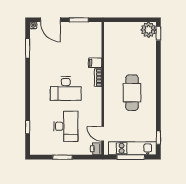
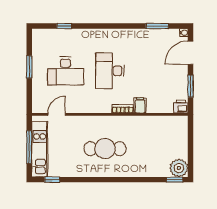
printer: (96, 149) -> (181, 107), moved

